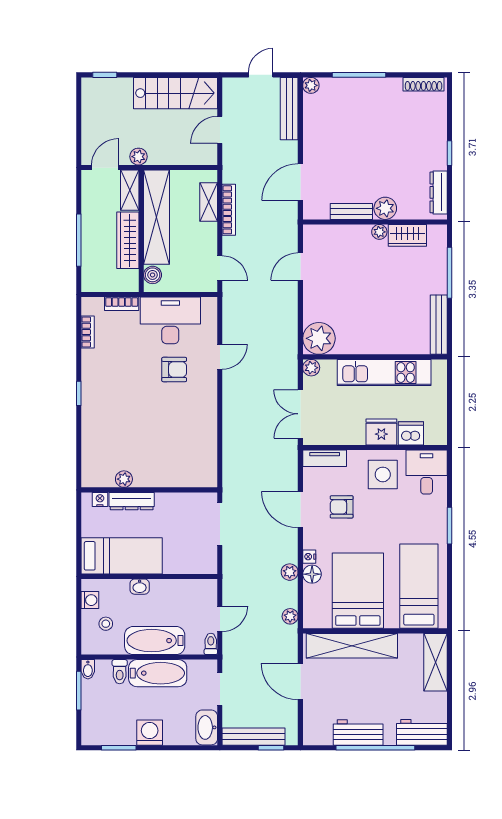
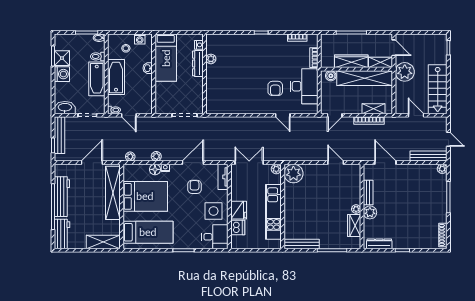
plant: (138, 157) -> (405, 72), width x1.87, depth x1.87
shower: (122, 732) -> (62, 58), added
workbench: (358, 732) -> (62, 197), width x1.37

